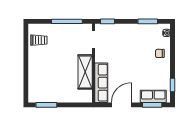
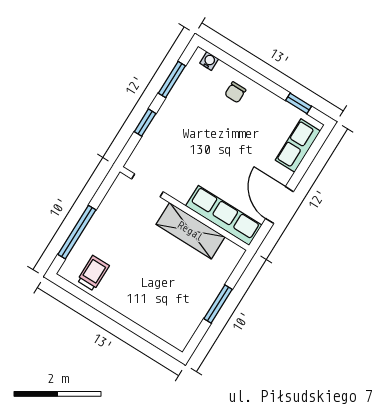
window: (67, 21) -> (77, 232), moved
window: (108, 21) -> (145, 123), moved
window: (46, 105) -> (218, 304), moved
window: (152, 105) -> (310, 156), removed

